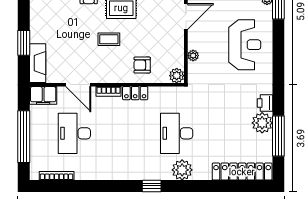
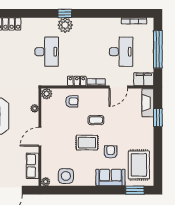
door: (78, 85) -> (118, 87), swing flipped
plant: (182, 170) -> (65, 25), moved

